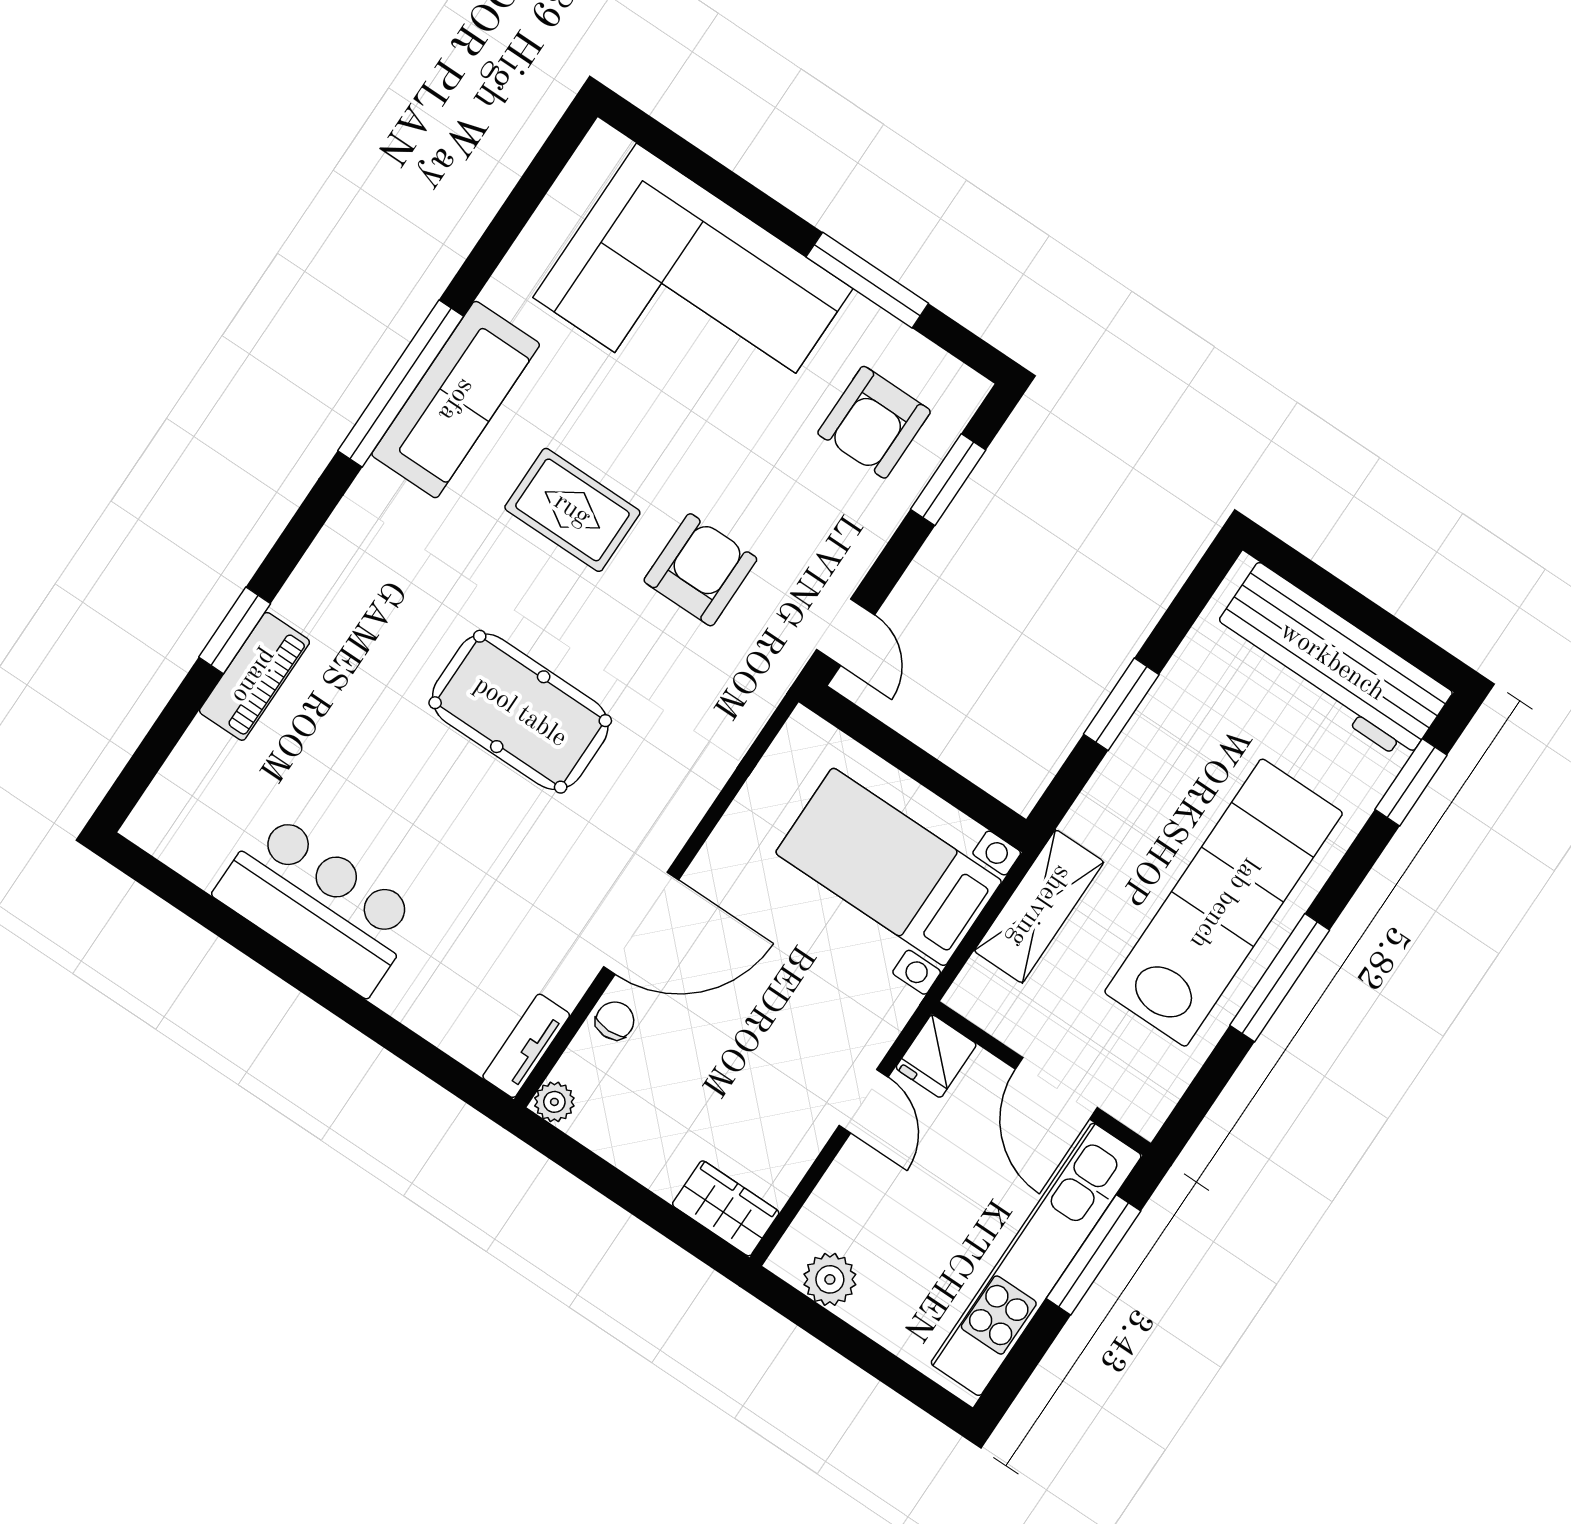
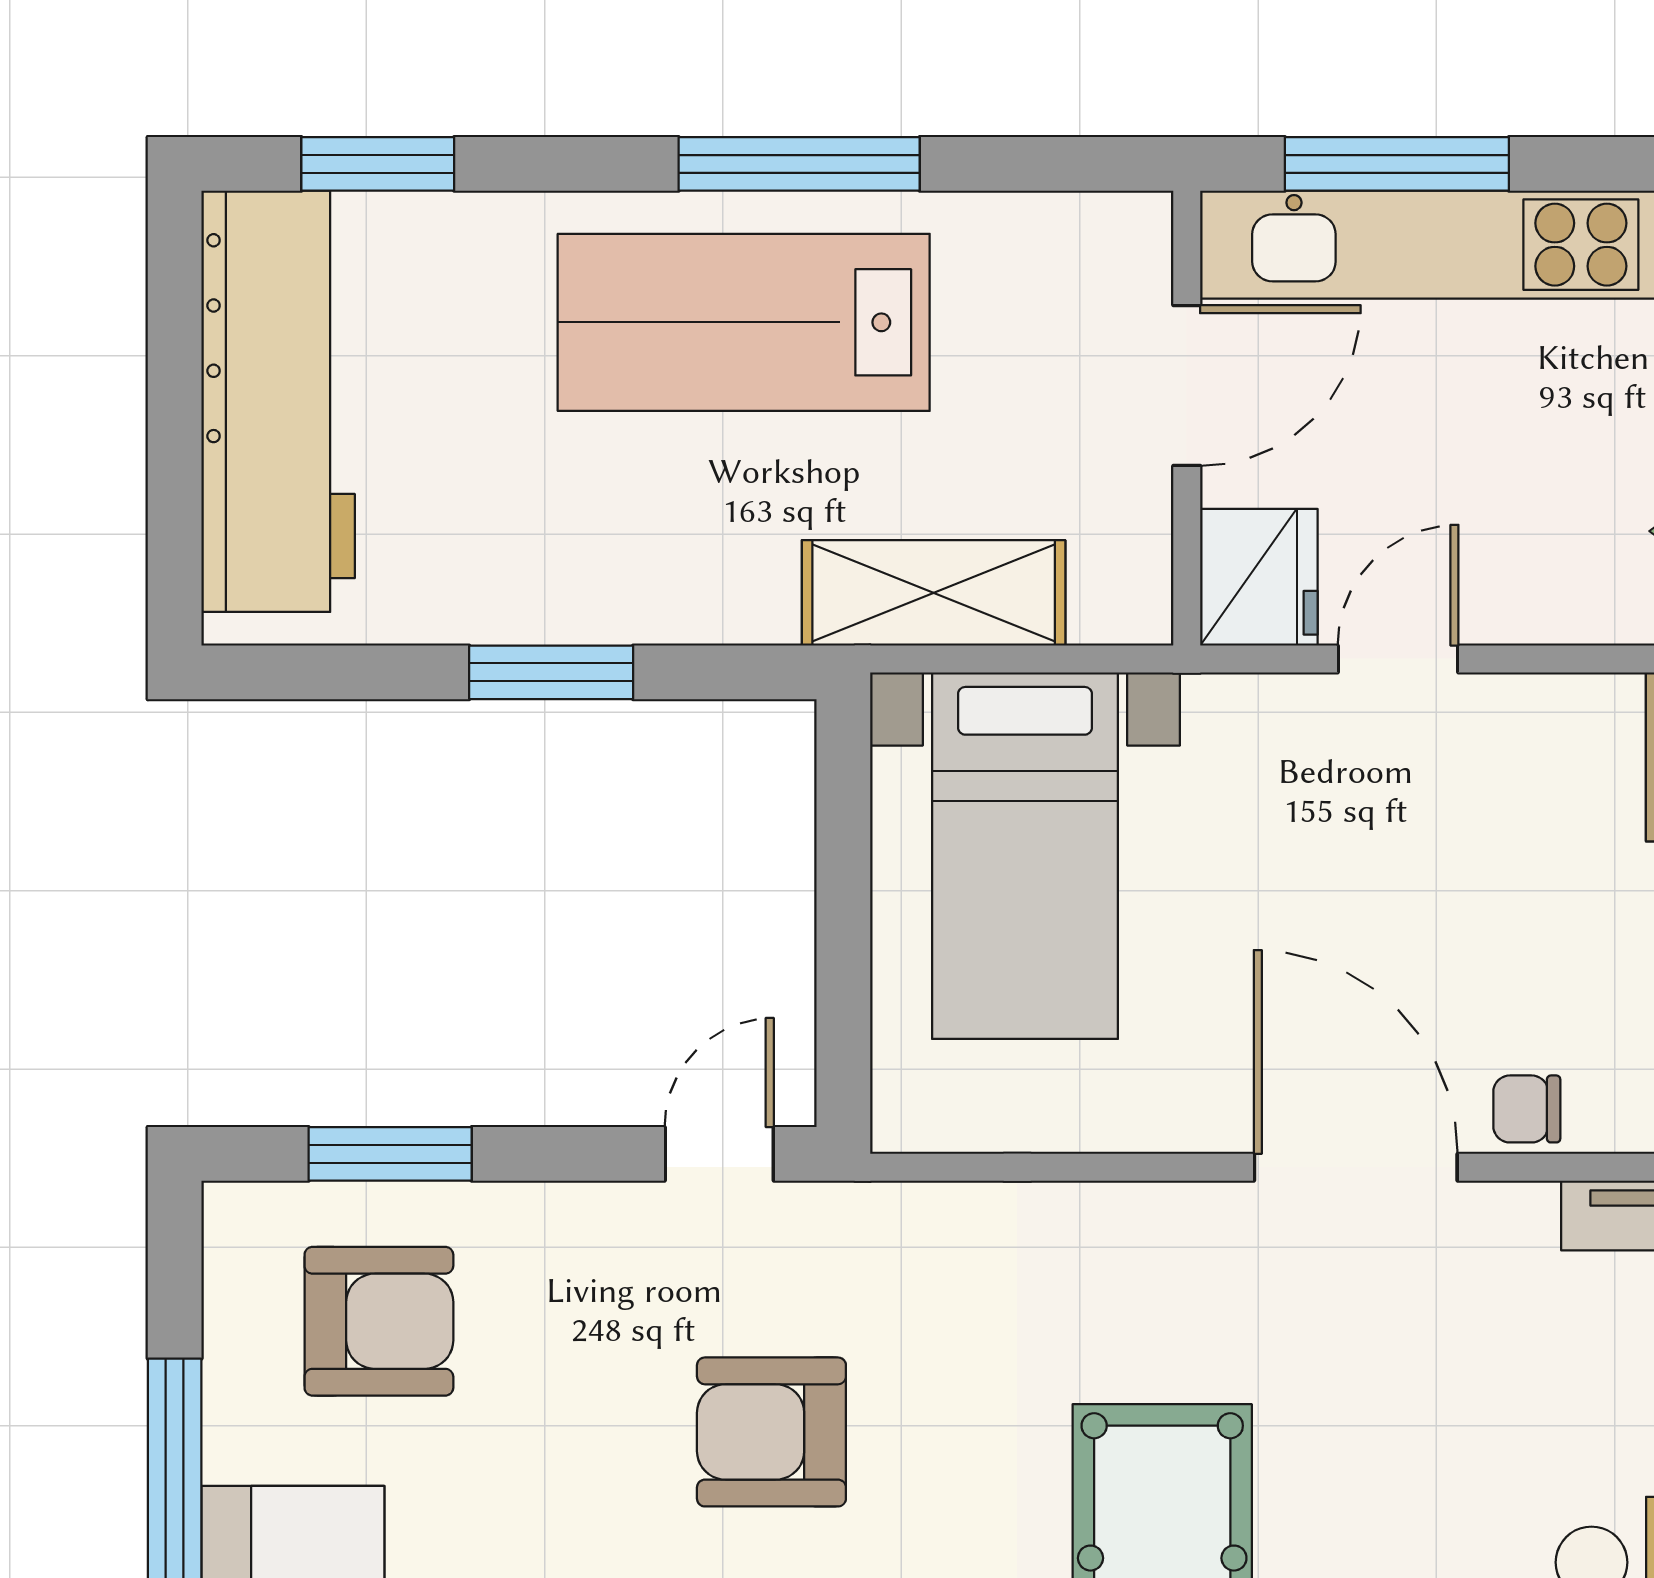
lab bench: (1224, 903) -> (744, 322), width x0.73
fridge: (936, 1056) -> (1259, 577), width x1.38

